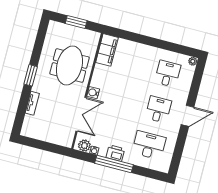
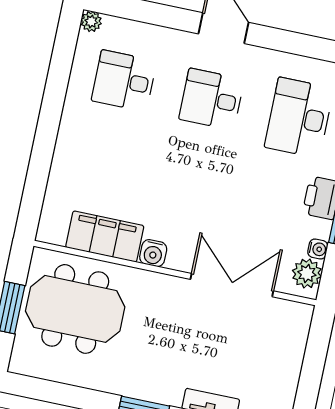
filing cabinet: (107, 50) -> (105, 236), moved
meeting table: (69, 66) -> (75, 309), moved
water cooler: (93, 93) -> (153, 253), moved

